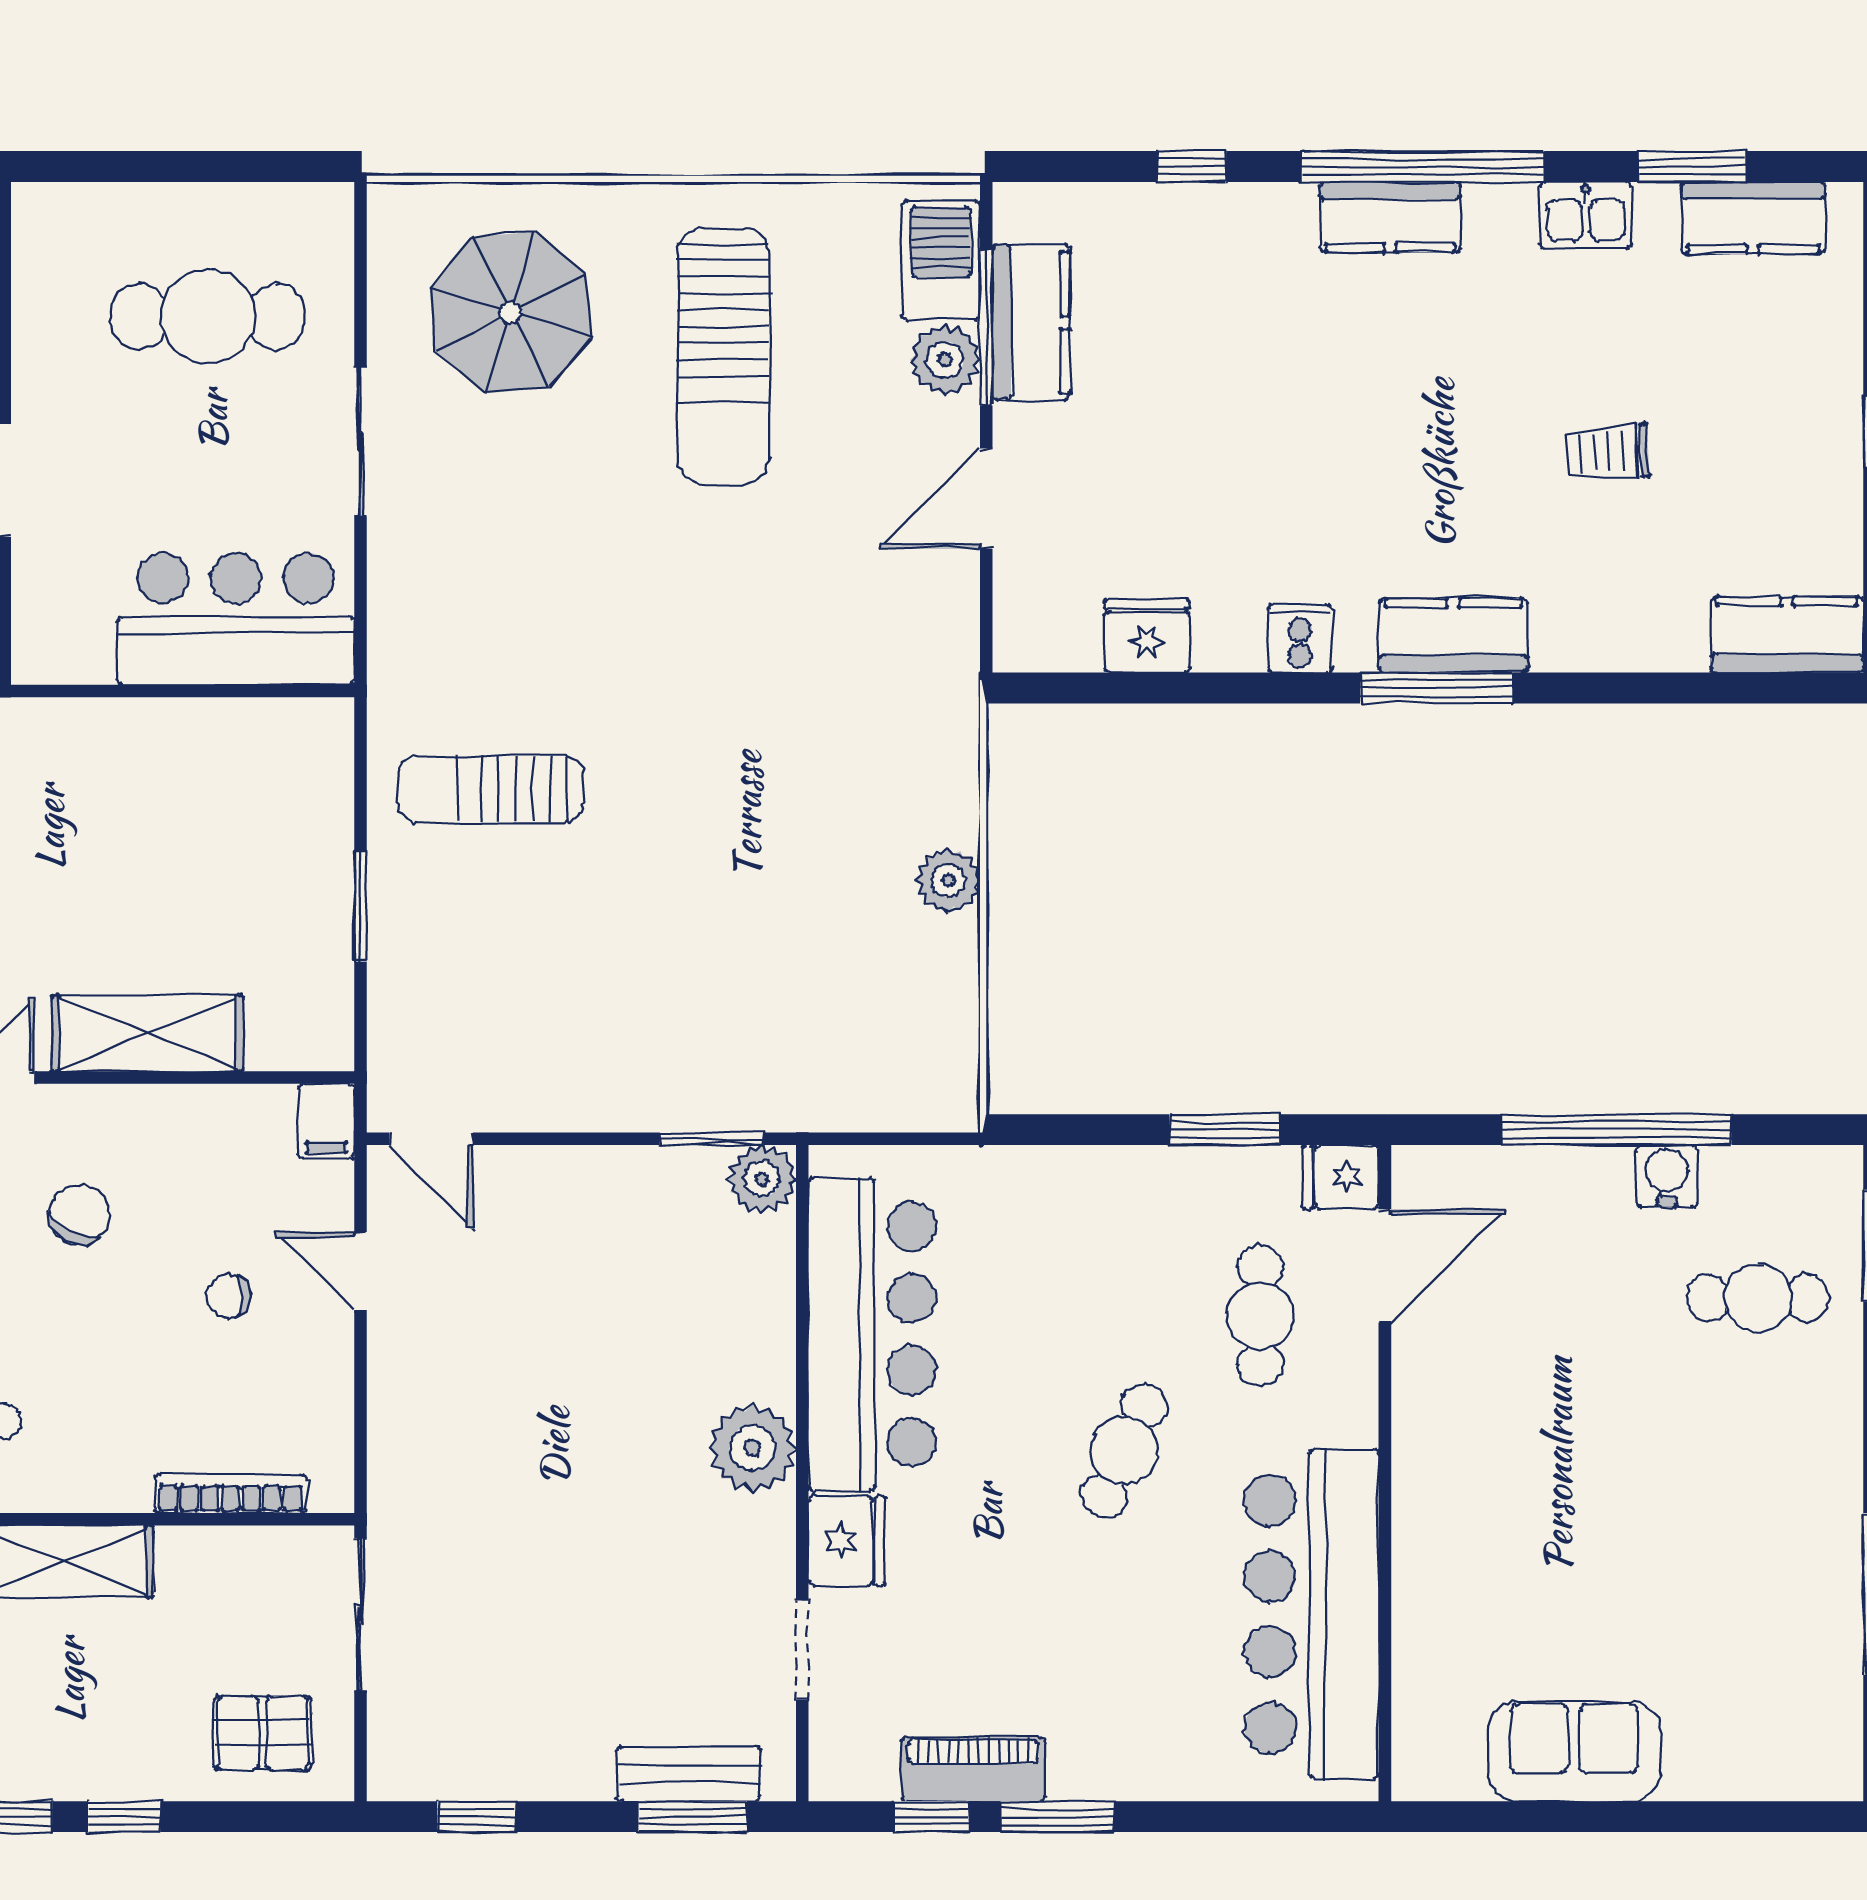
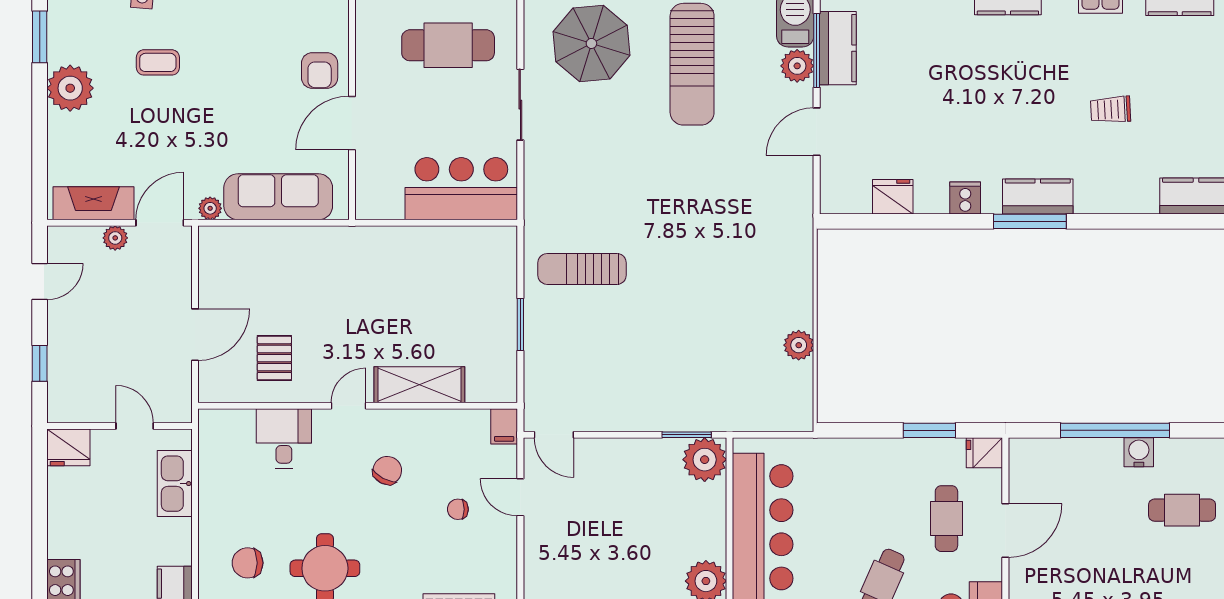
plant: (948, 880) -> (799, 345), moved
plant: (762, 1179) -> (705, 460), width x1.36, depth x1.36
door: (1385, 1266) -> (1005, 531), moved

